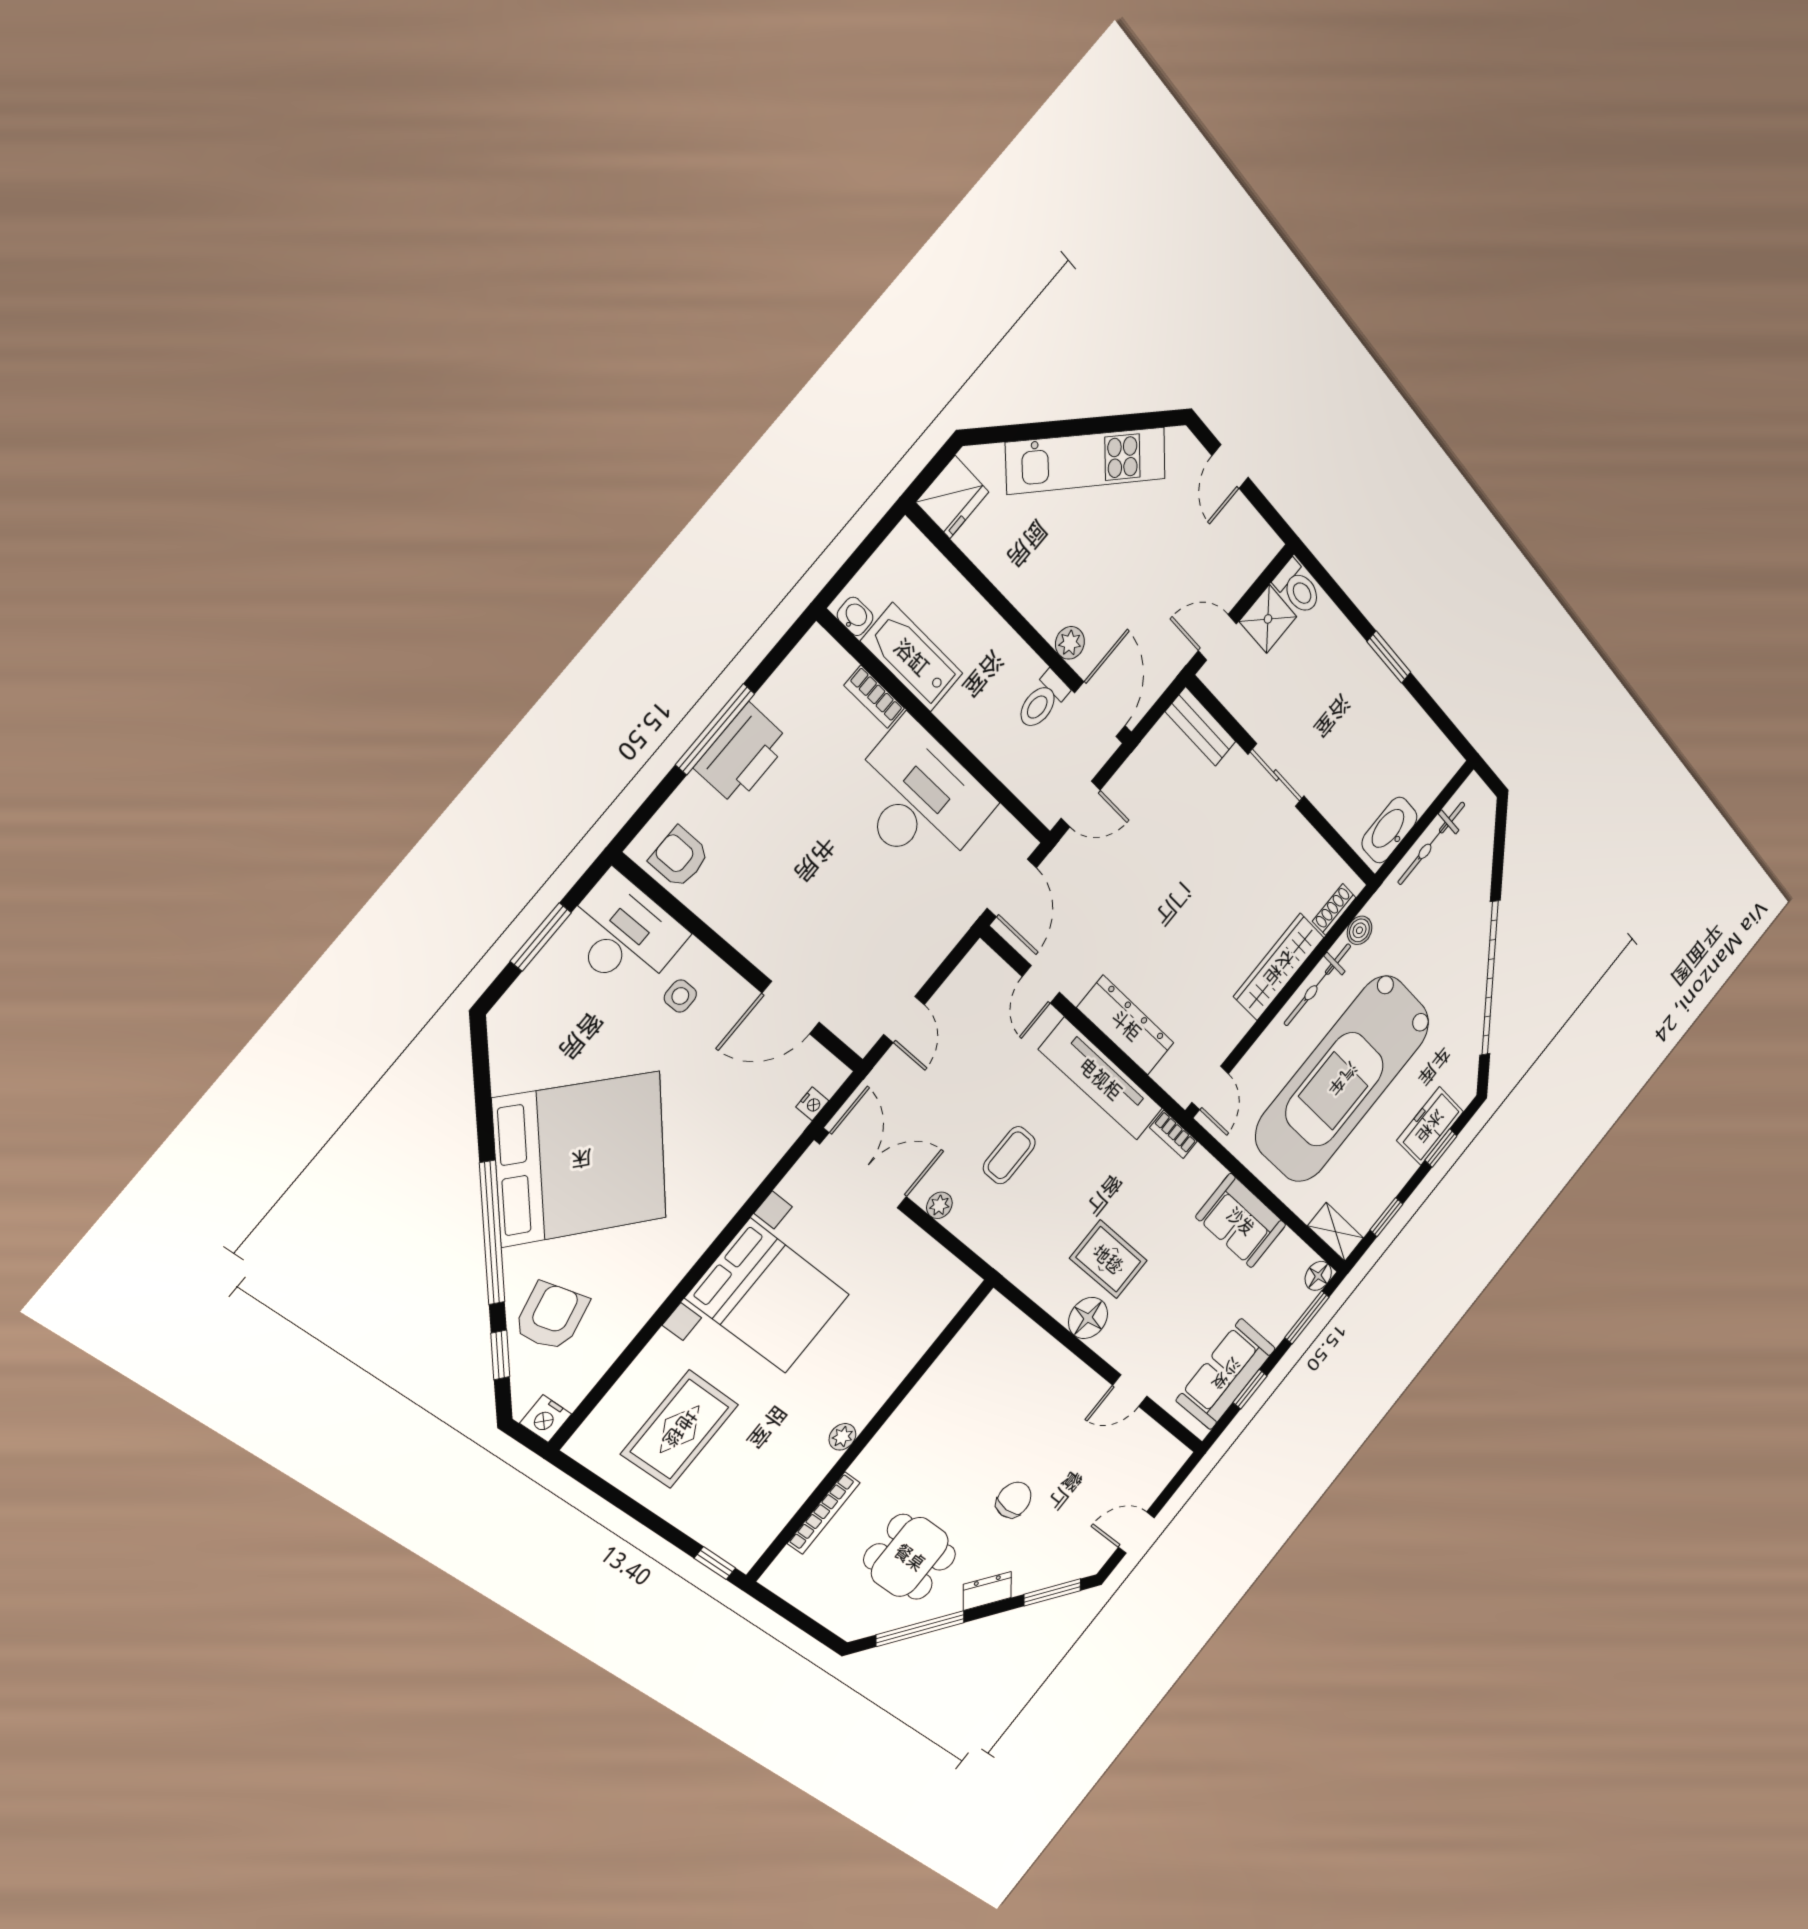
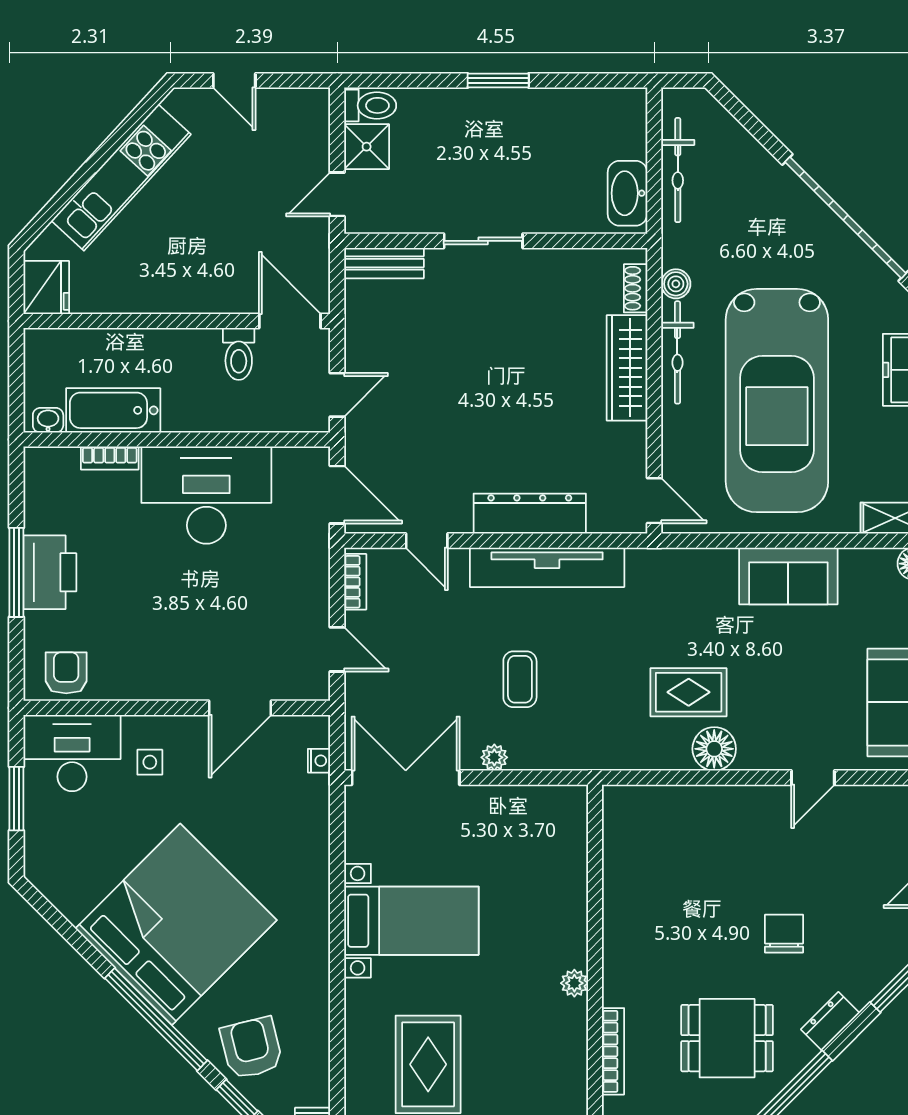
plant: (1070, 643) -> (223, 299), removed
armchair: (679, 857) -> (66, 673), turned 90
bookcase: (1173, 1134) -> (355, 582), moved, turned -90
bed with nightstands: (768, 1296) -> (411, 921), width x0.73

